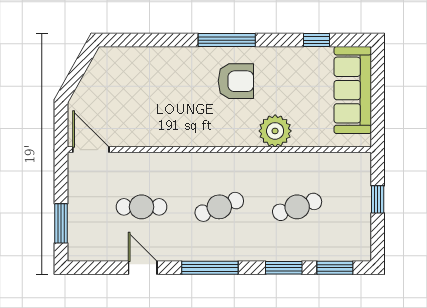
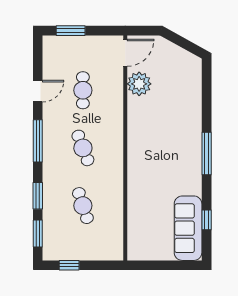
armchair: (236, 81) -> (176, 160), removed
sofa: (353, 90) -> (188, 228), moved, turned -90
plant: (275, 131) -> (139, 84), moved
window: (378, 199) -> (69, 265), moved

